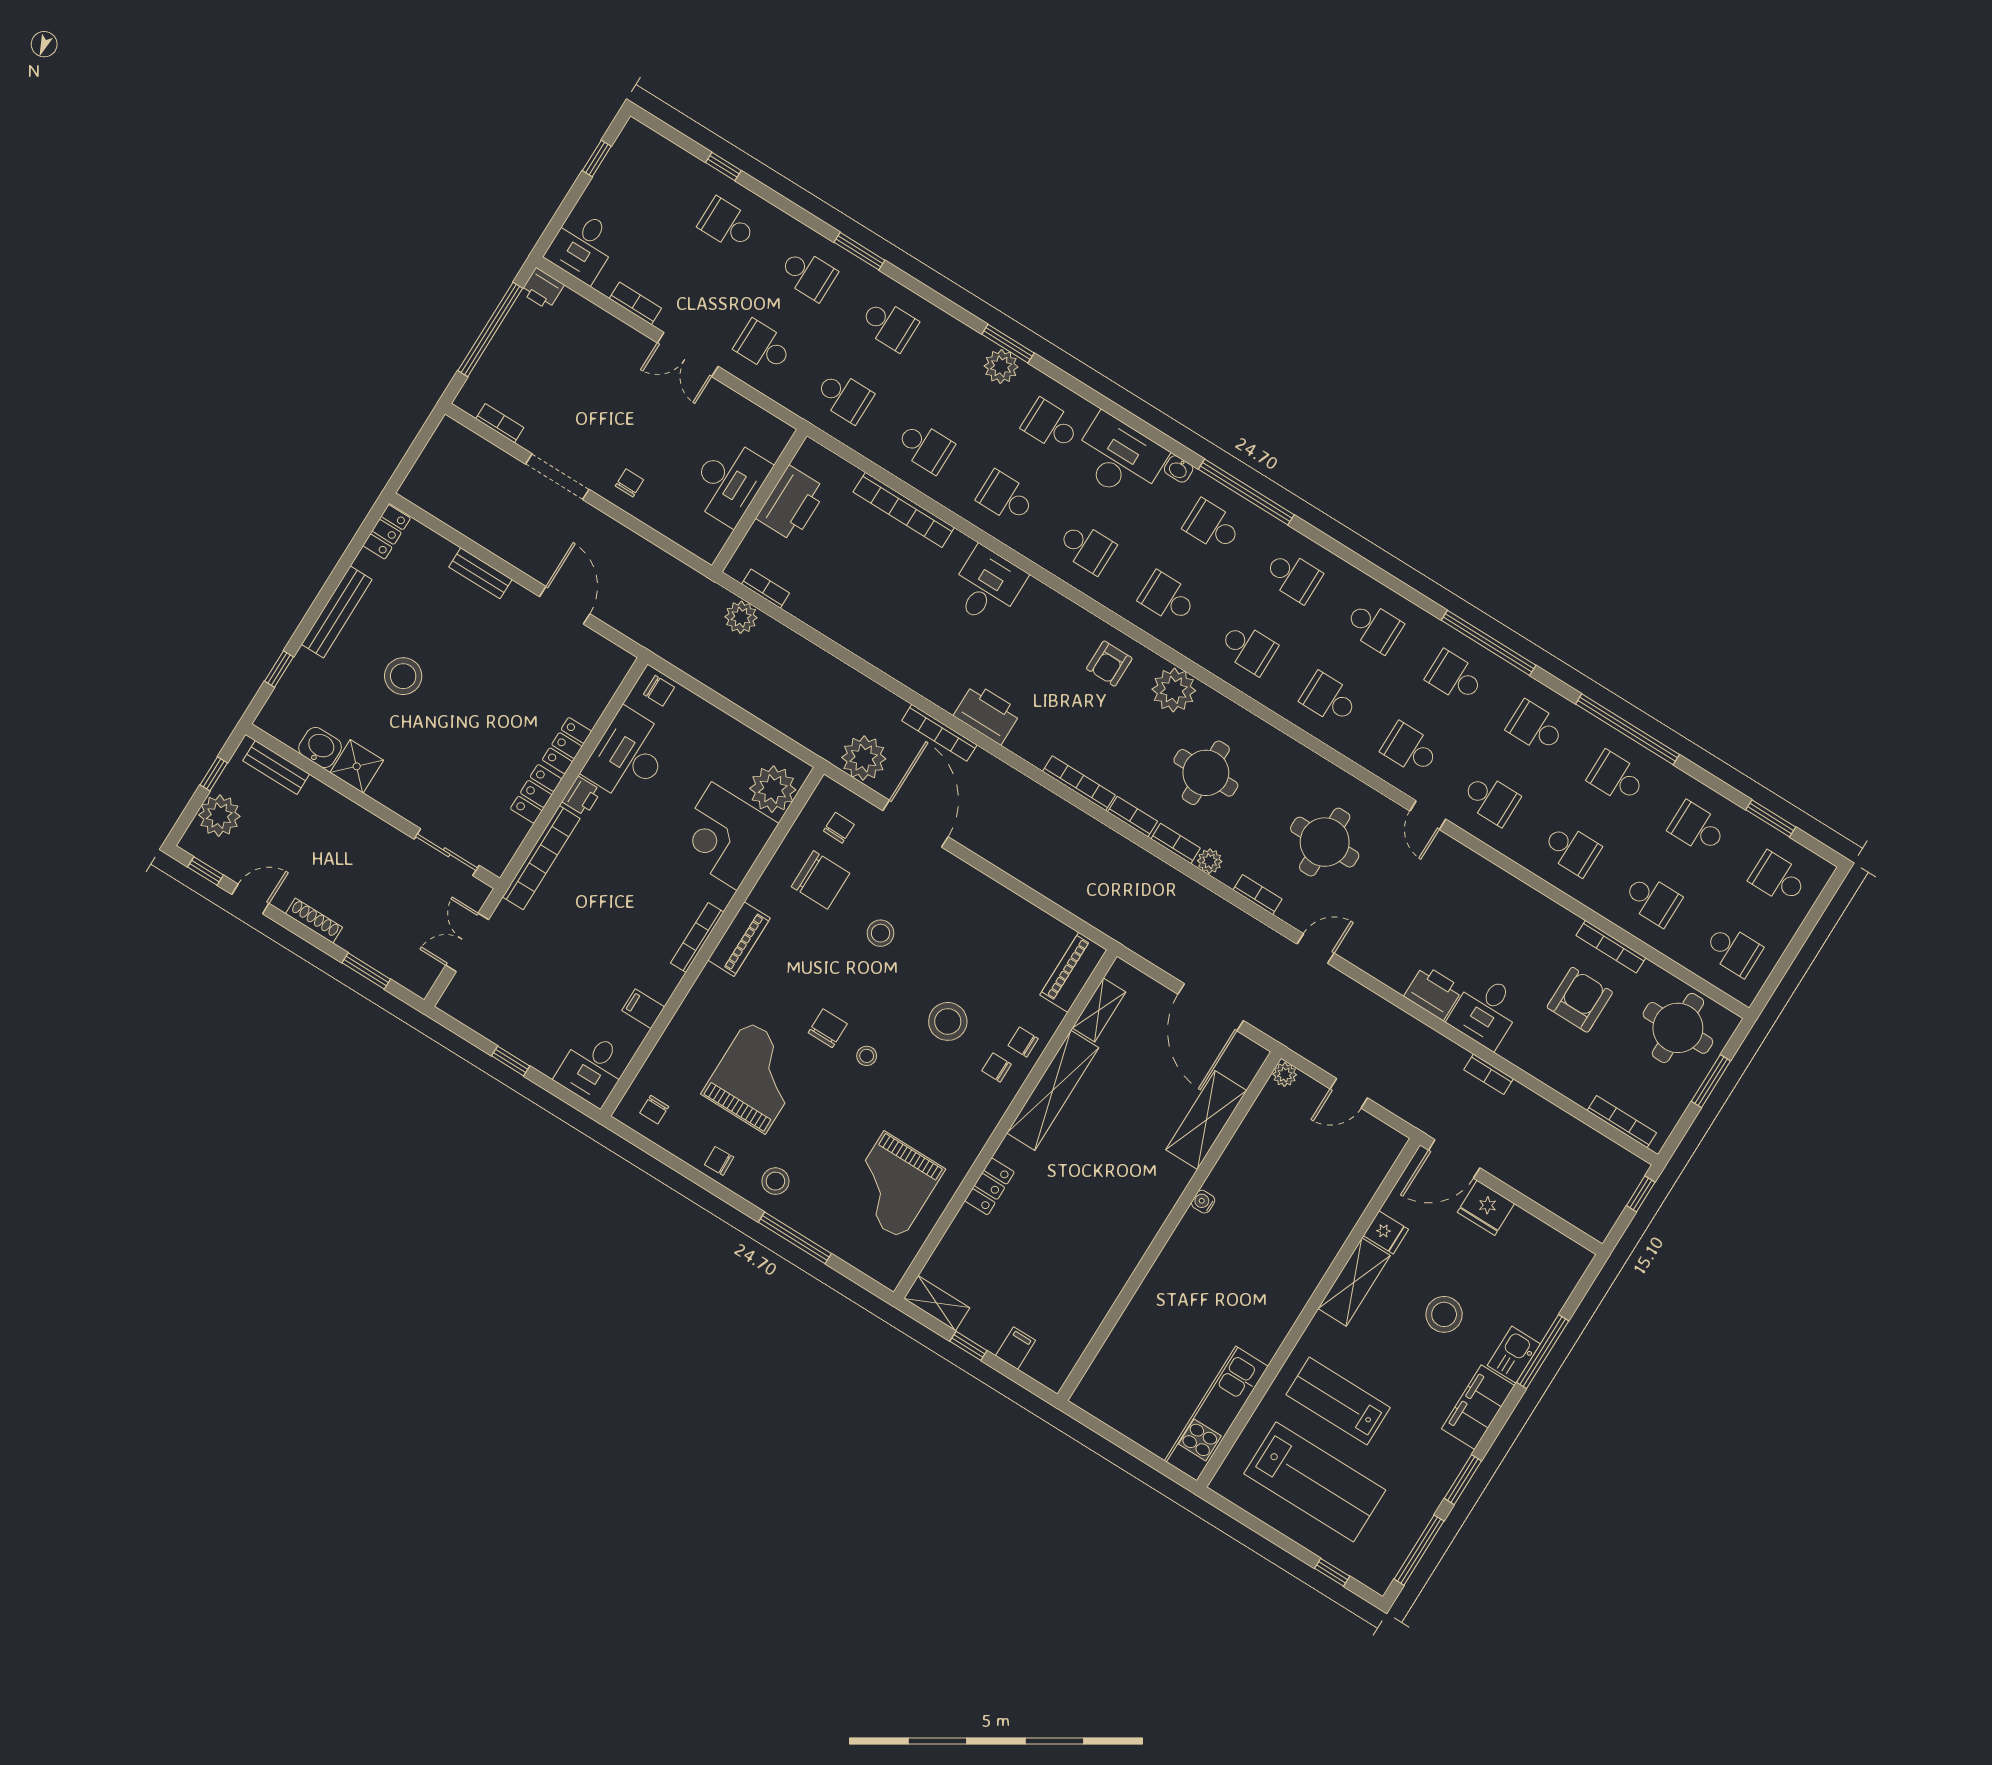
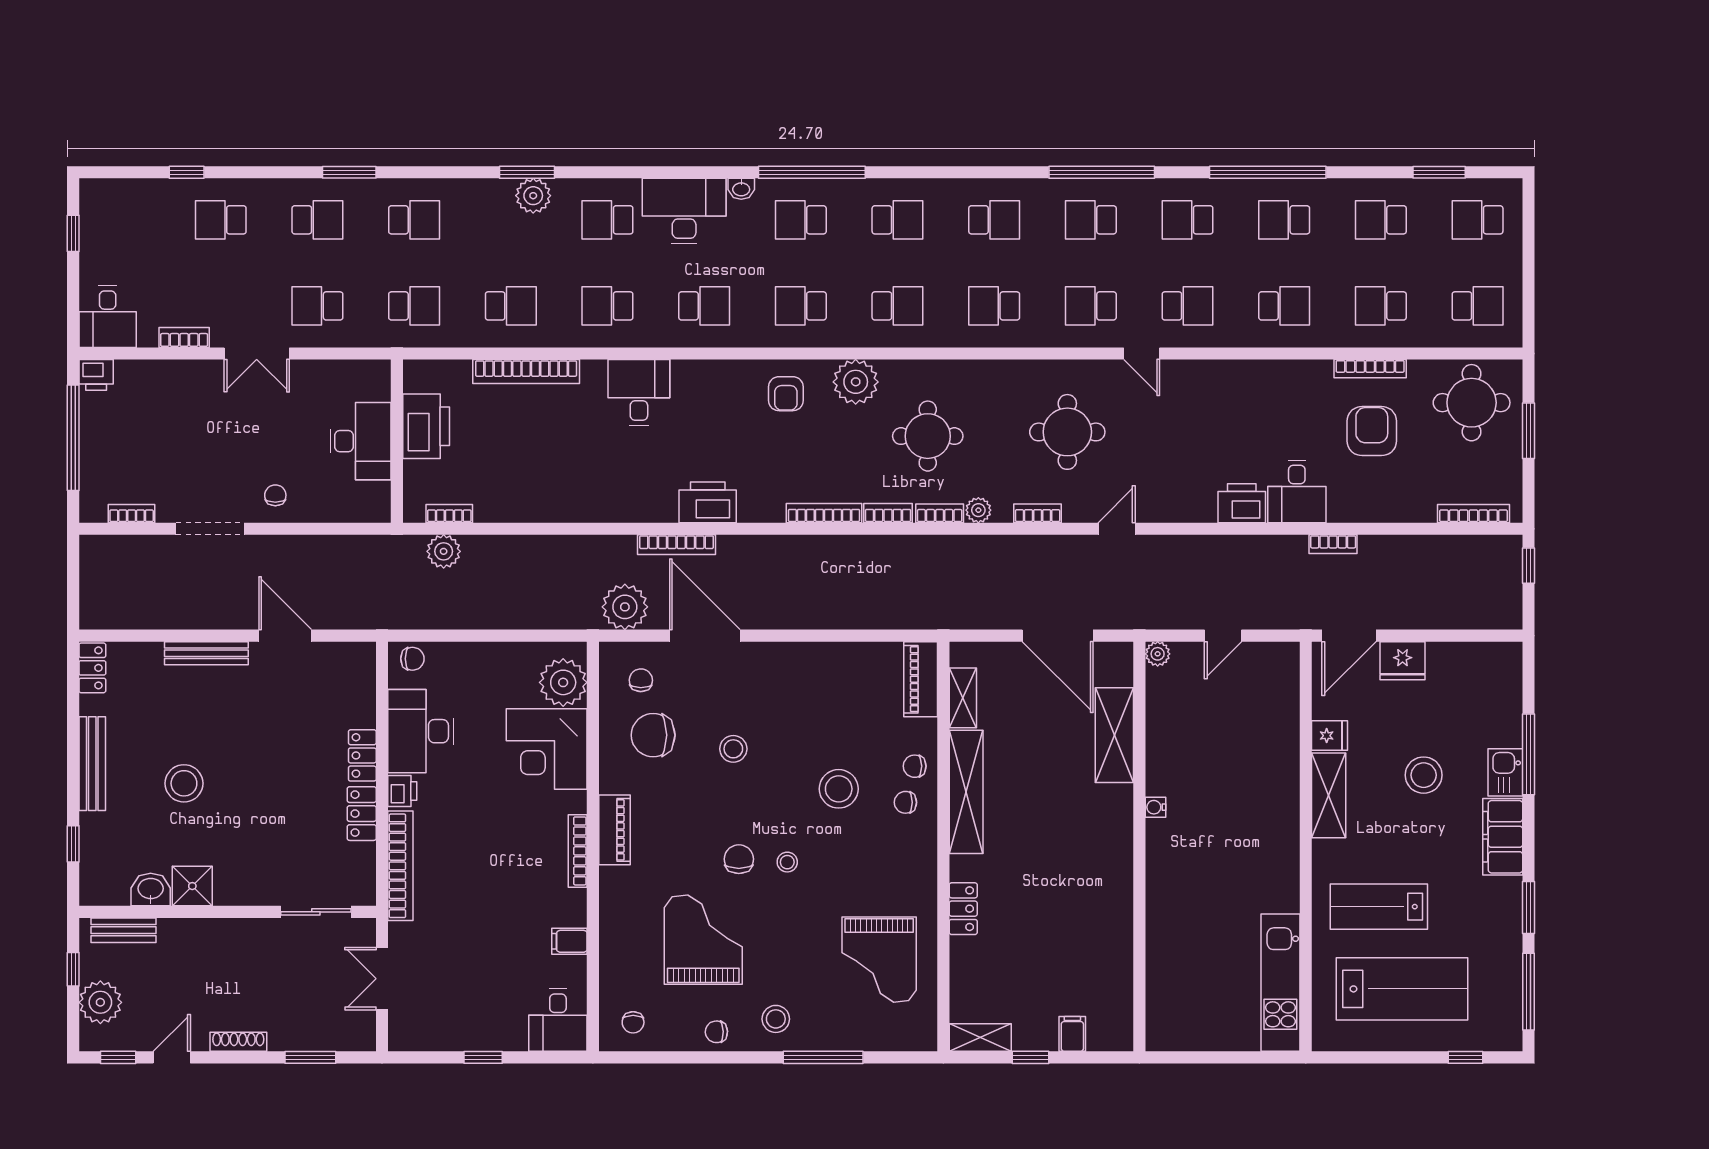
bench: (480, 573) -> (206, 653), width x1.36
chair: (821, 880) -> (653, 735), turned 180
school desk: (1652, 900) -> (1381, 306), turned 180

